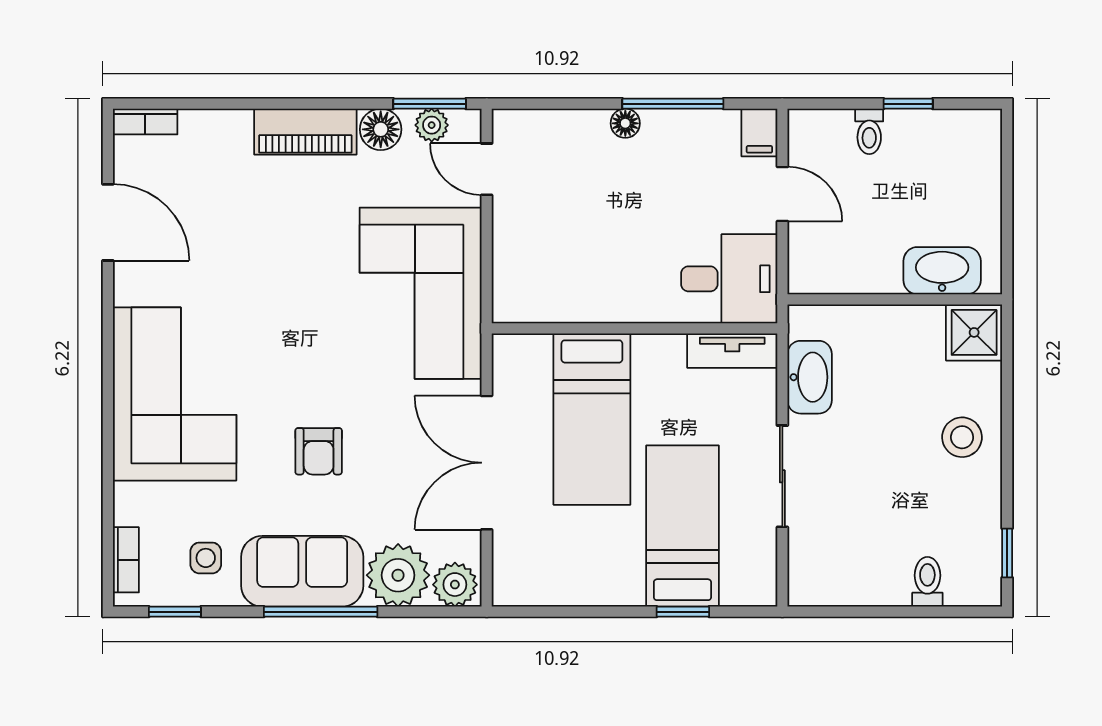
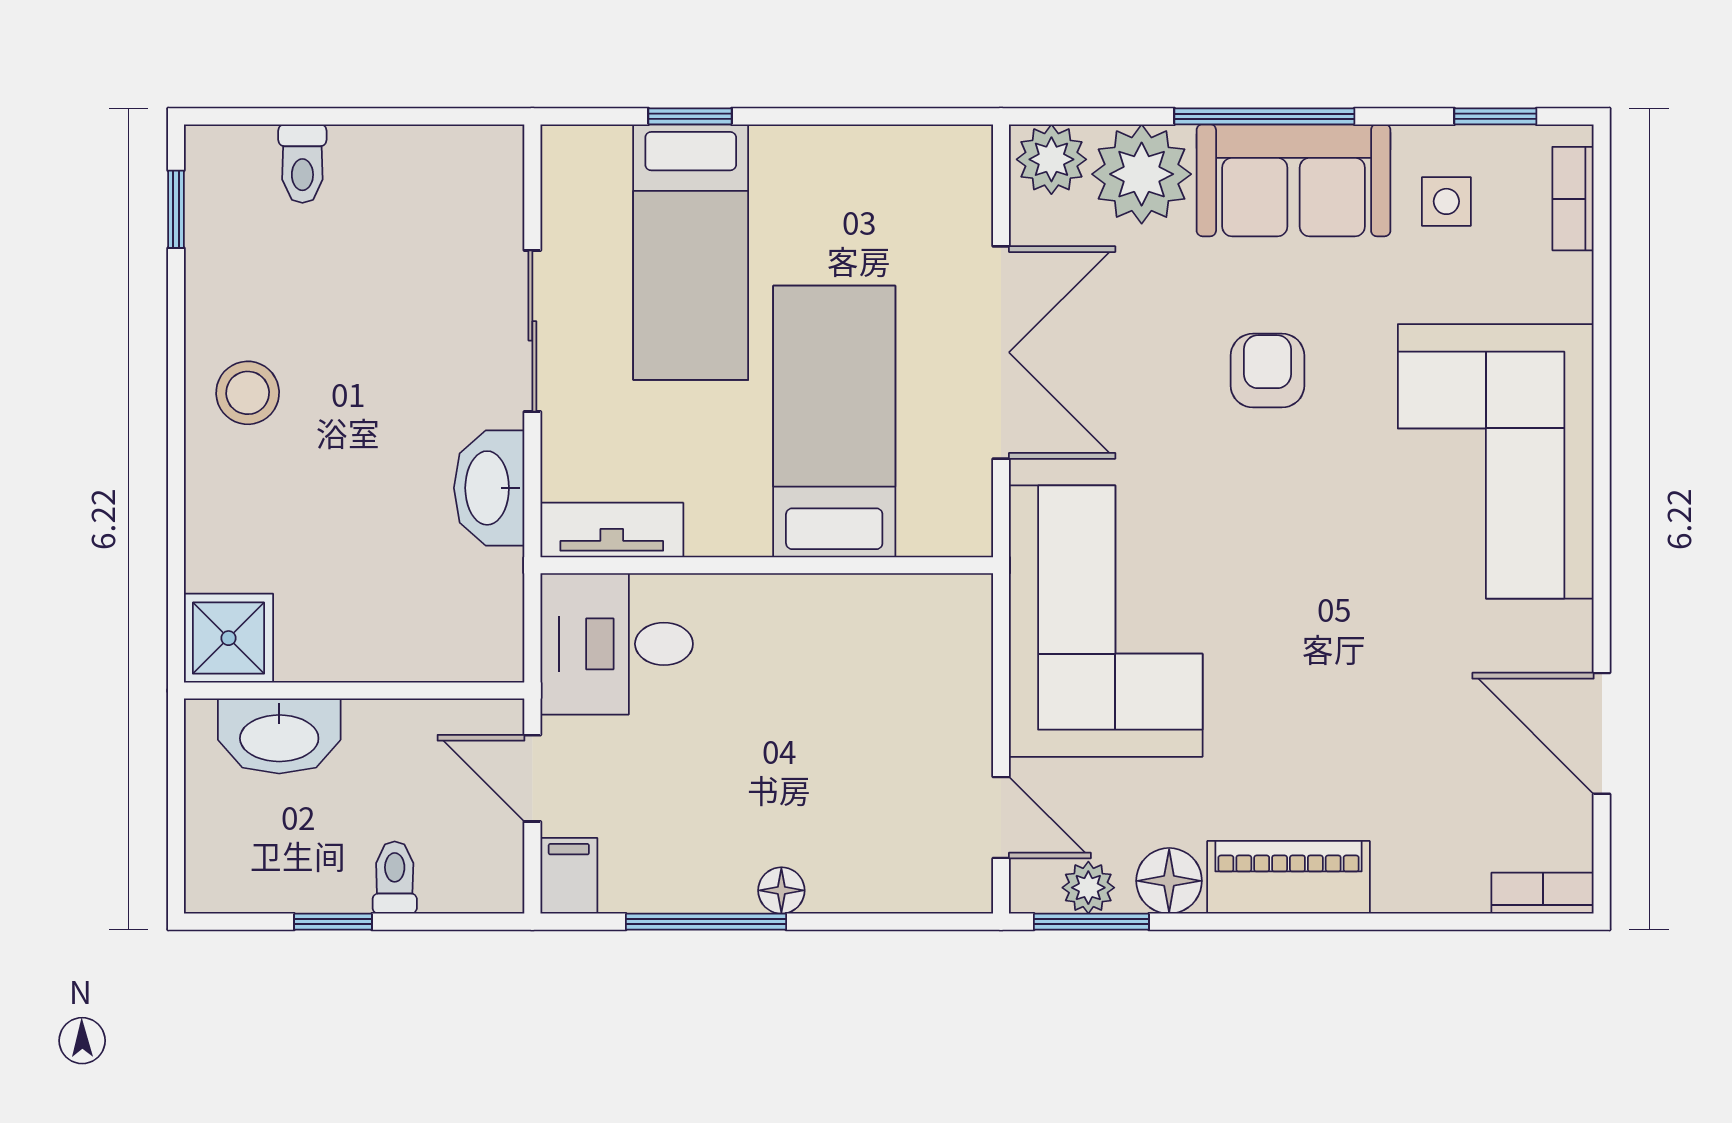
washbasin: (942, 271) -> (279, 736), moved
wall: (895, 299) -> (354, 691), moved
shower: (974, 332) -> (228, 638), moved

